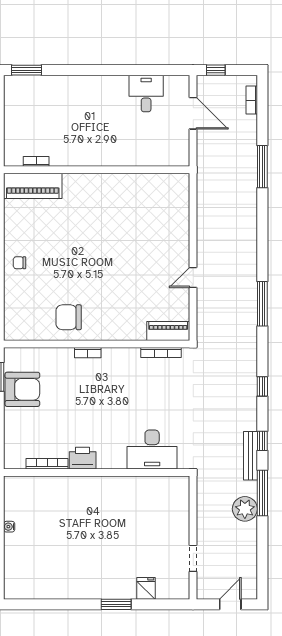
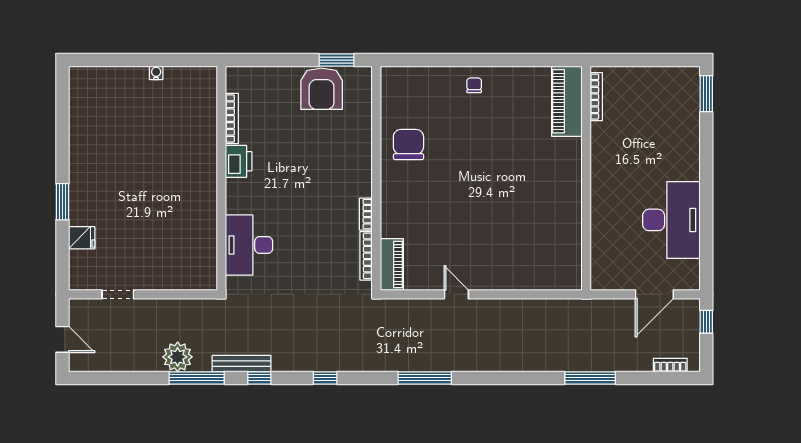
desk: (146, 94) -> (671, 220), width x1.87, depth x1.30
bookcase: (36, 161) -> (596, 97), width x1.56
bookcase: (88, 353) -> (366, 214), moved

